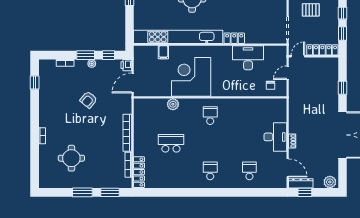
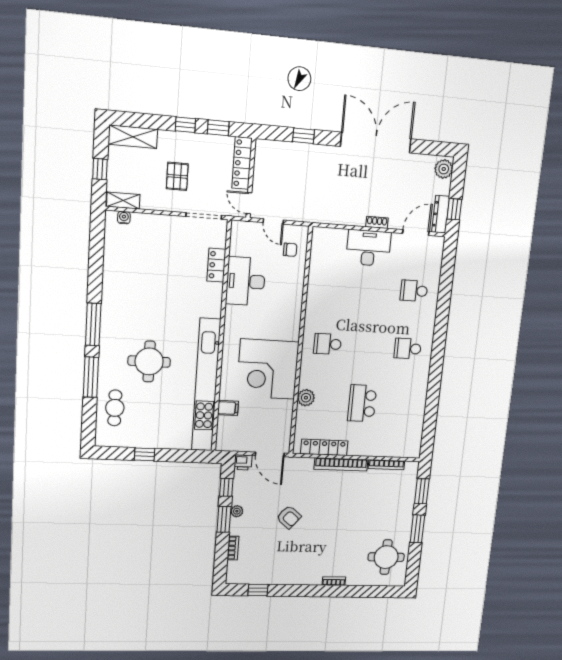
locker: (234, 38) -> (216, 265), moved
round table: (71, 158) -> (386, 557), moved
locker: (139, 172) -> (324, 447), moved

